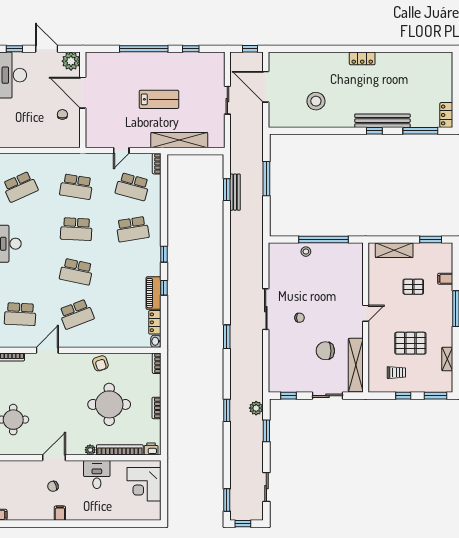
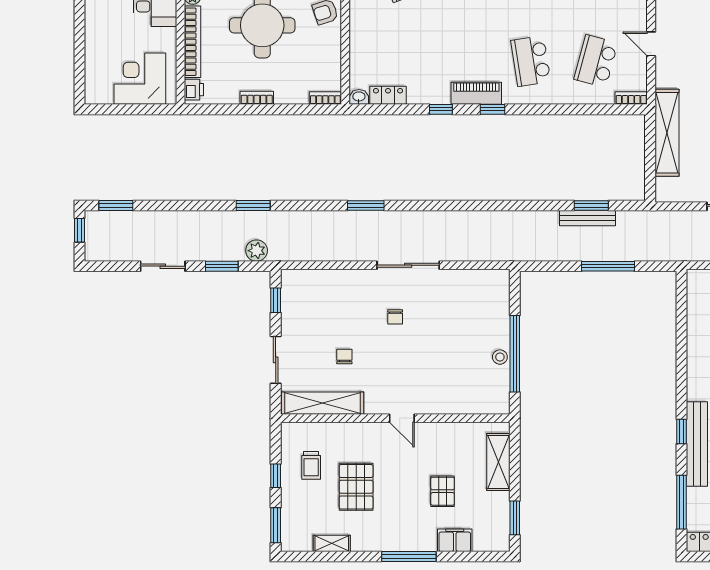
stool: (306, 252) -> (500, 357), moved
filing cabinet: (445, 279) -> (455, 540), width x2.00
piano: (153, 293) -> (476, 93), moved
chair: (325, 351) -> (344, 357), width x0.54, depth x0.54
sliding door: (266, 487) -> (163, 266), moved

